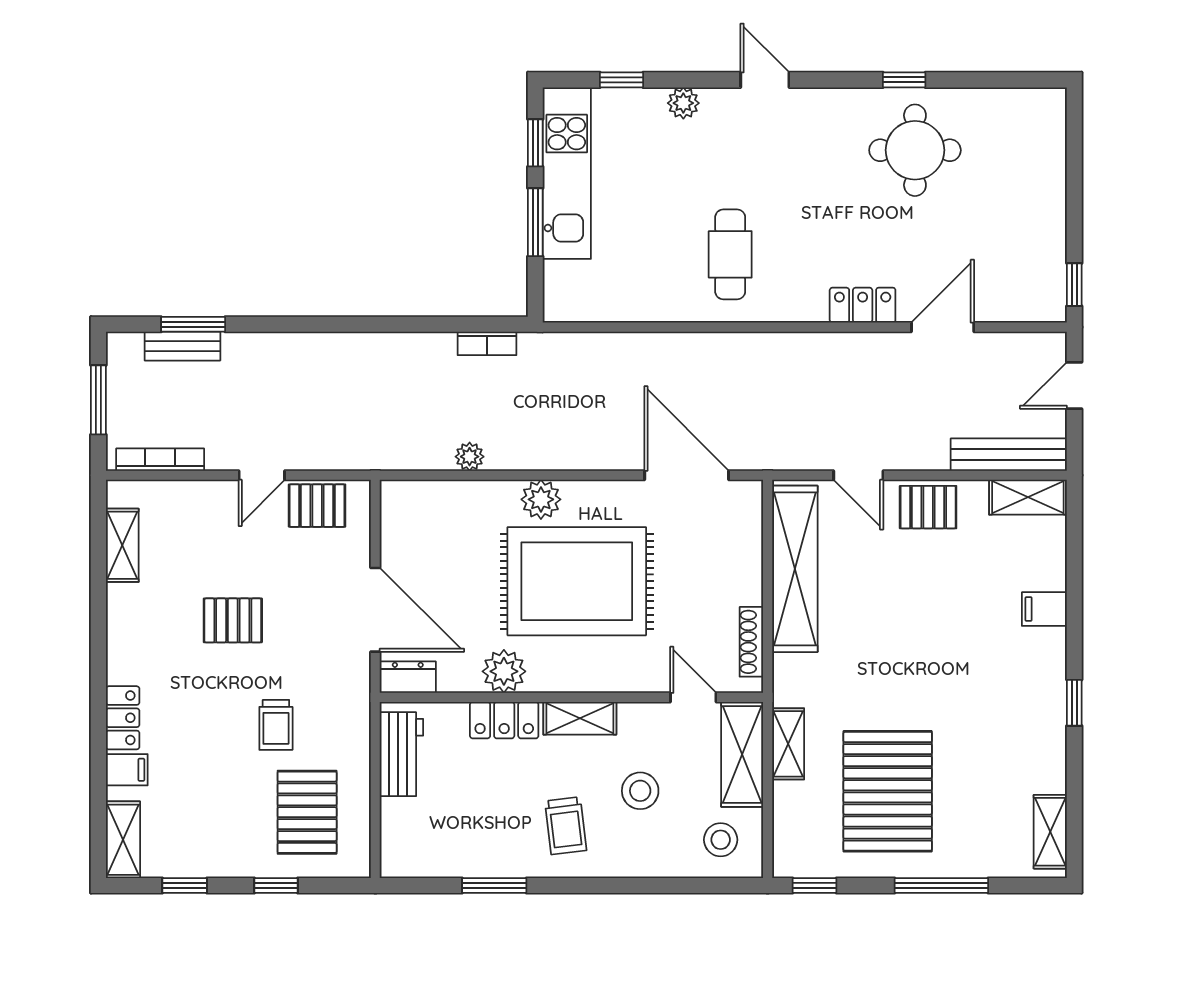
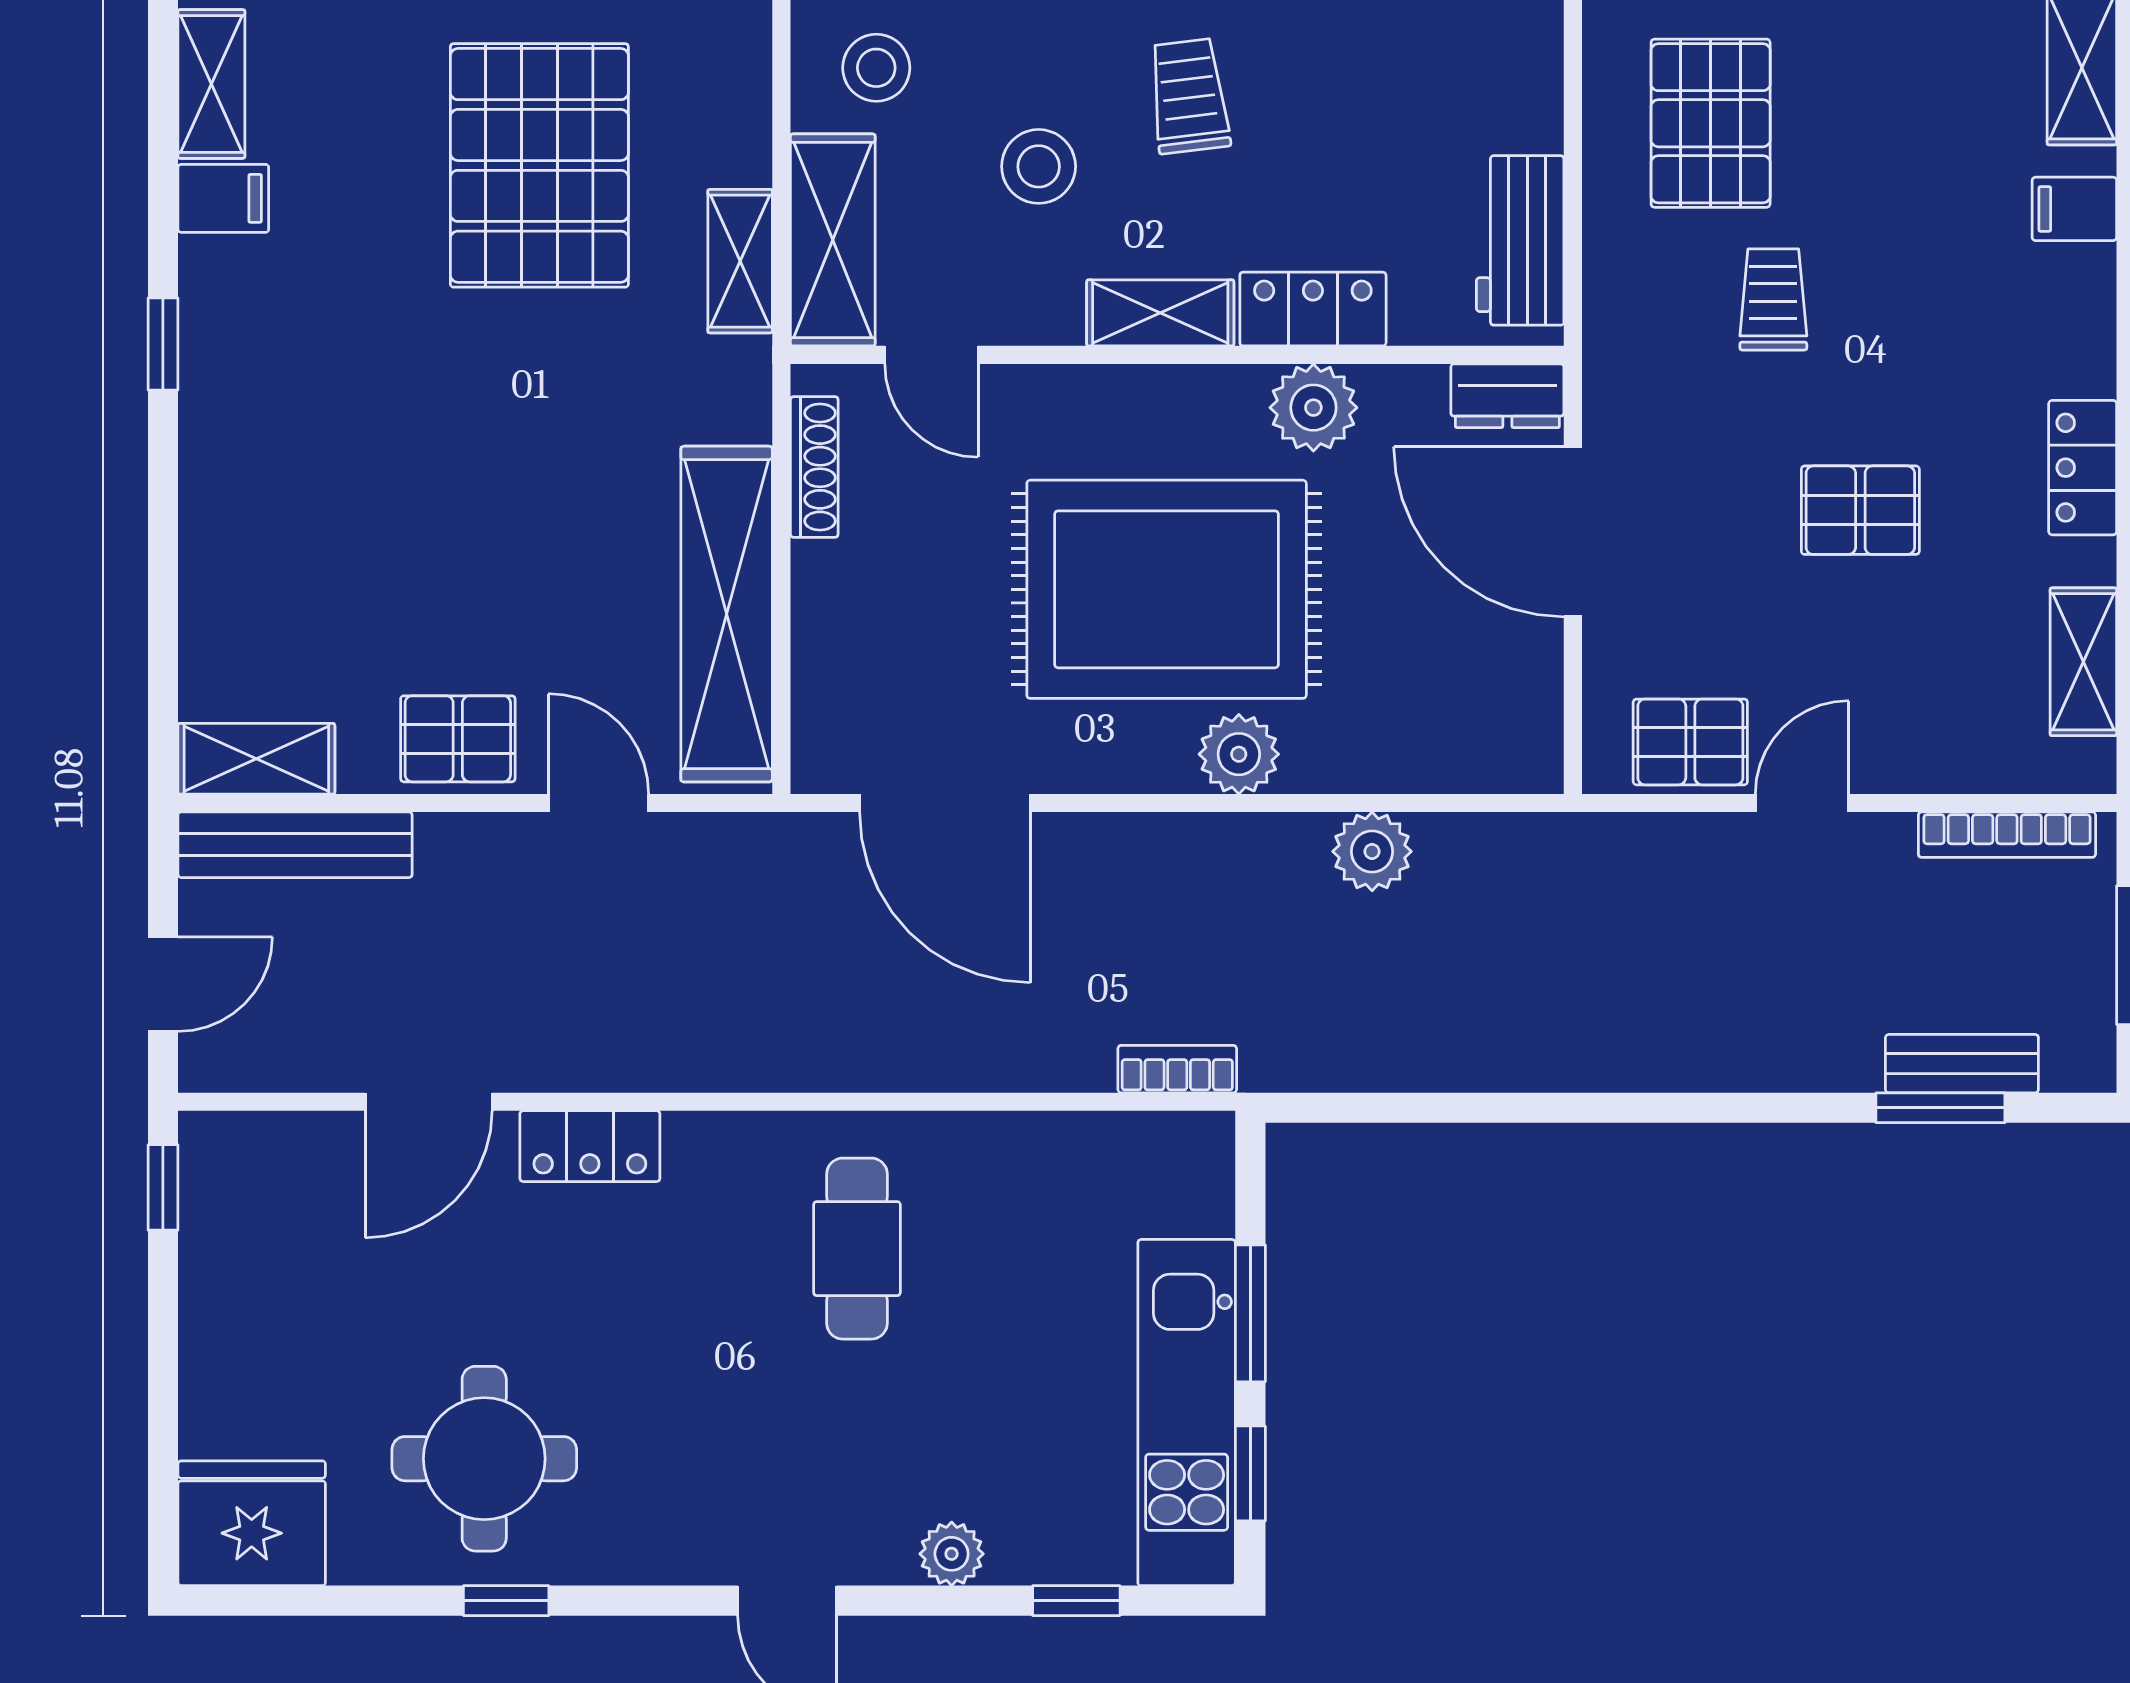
fridge: (1030, 118) -> (252, 1523), added
bookcase: (487, 343) -> (1177, 1069), moved
plant: (470, 457) -> (1372, 851), width x1.38, depth x1.38
filing cabinet: (1044, 609) -> (223, 198), moved
locker: (123, 718) -> (2083, 468), moved

